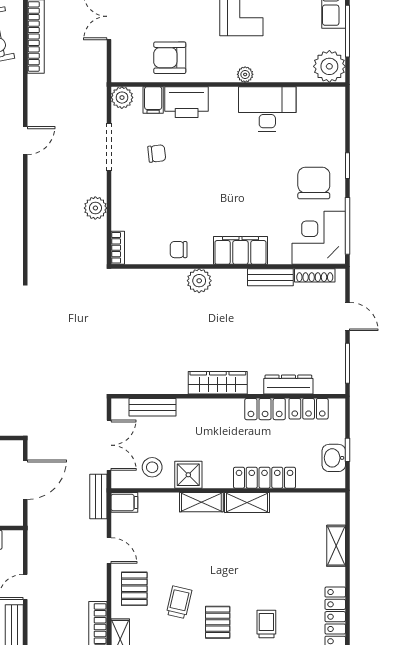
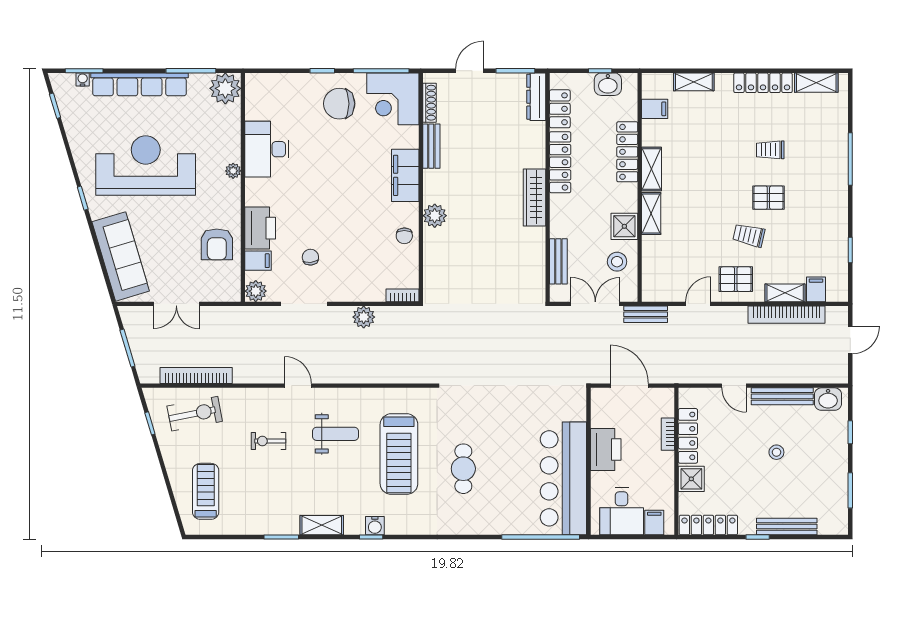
dresser: (288, 385) -> (536, 97), moved
locker: (265, 409) -> (560, 162), width x1.53
filing cabinet: (124, 502) -> (655, 109), moved, turned 90

